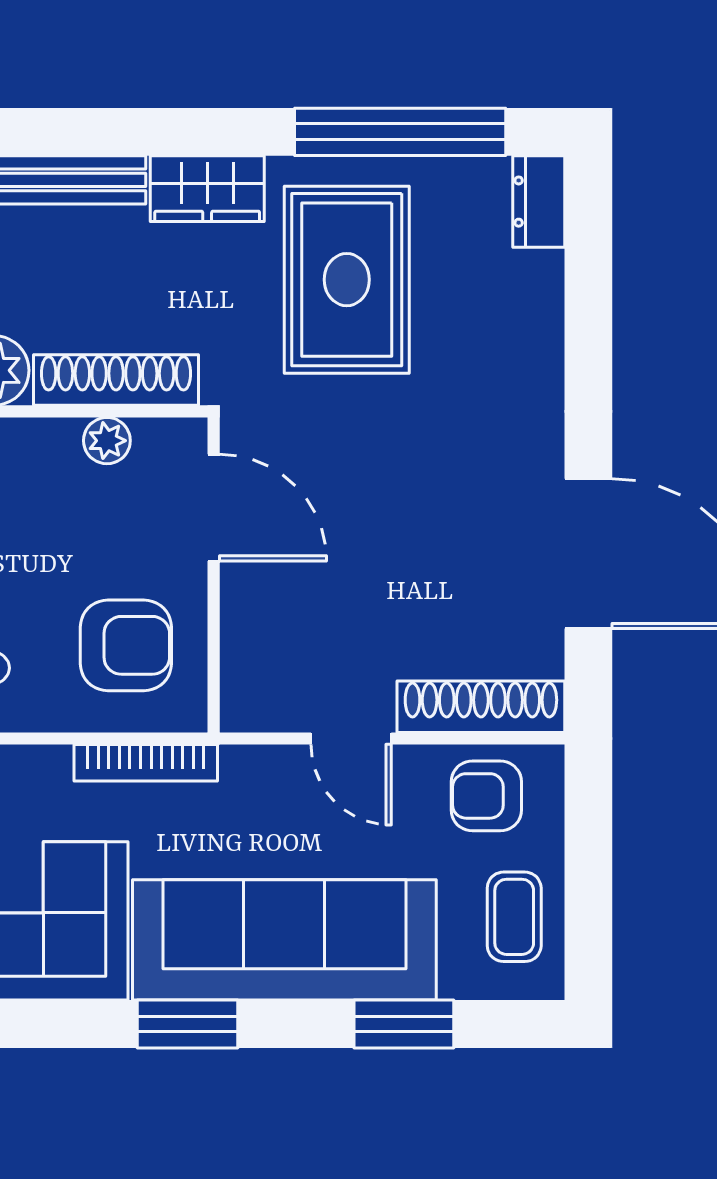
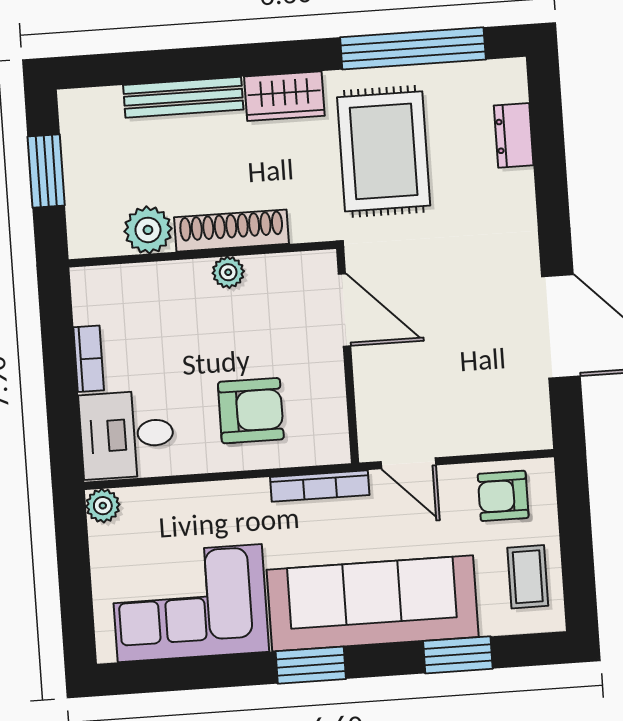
dresser: (539, 202) -> (514, 135), moved
door: (214, 508) -> (344, 310), moved
wall: (214, 575) -> (348, 356), moved
shoe rack: (481, 707) -> (495, 435), removed
bookcase: (146, 763) -> (320, 486), moved

